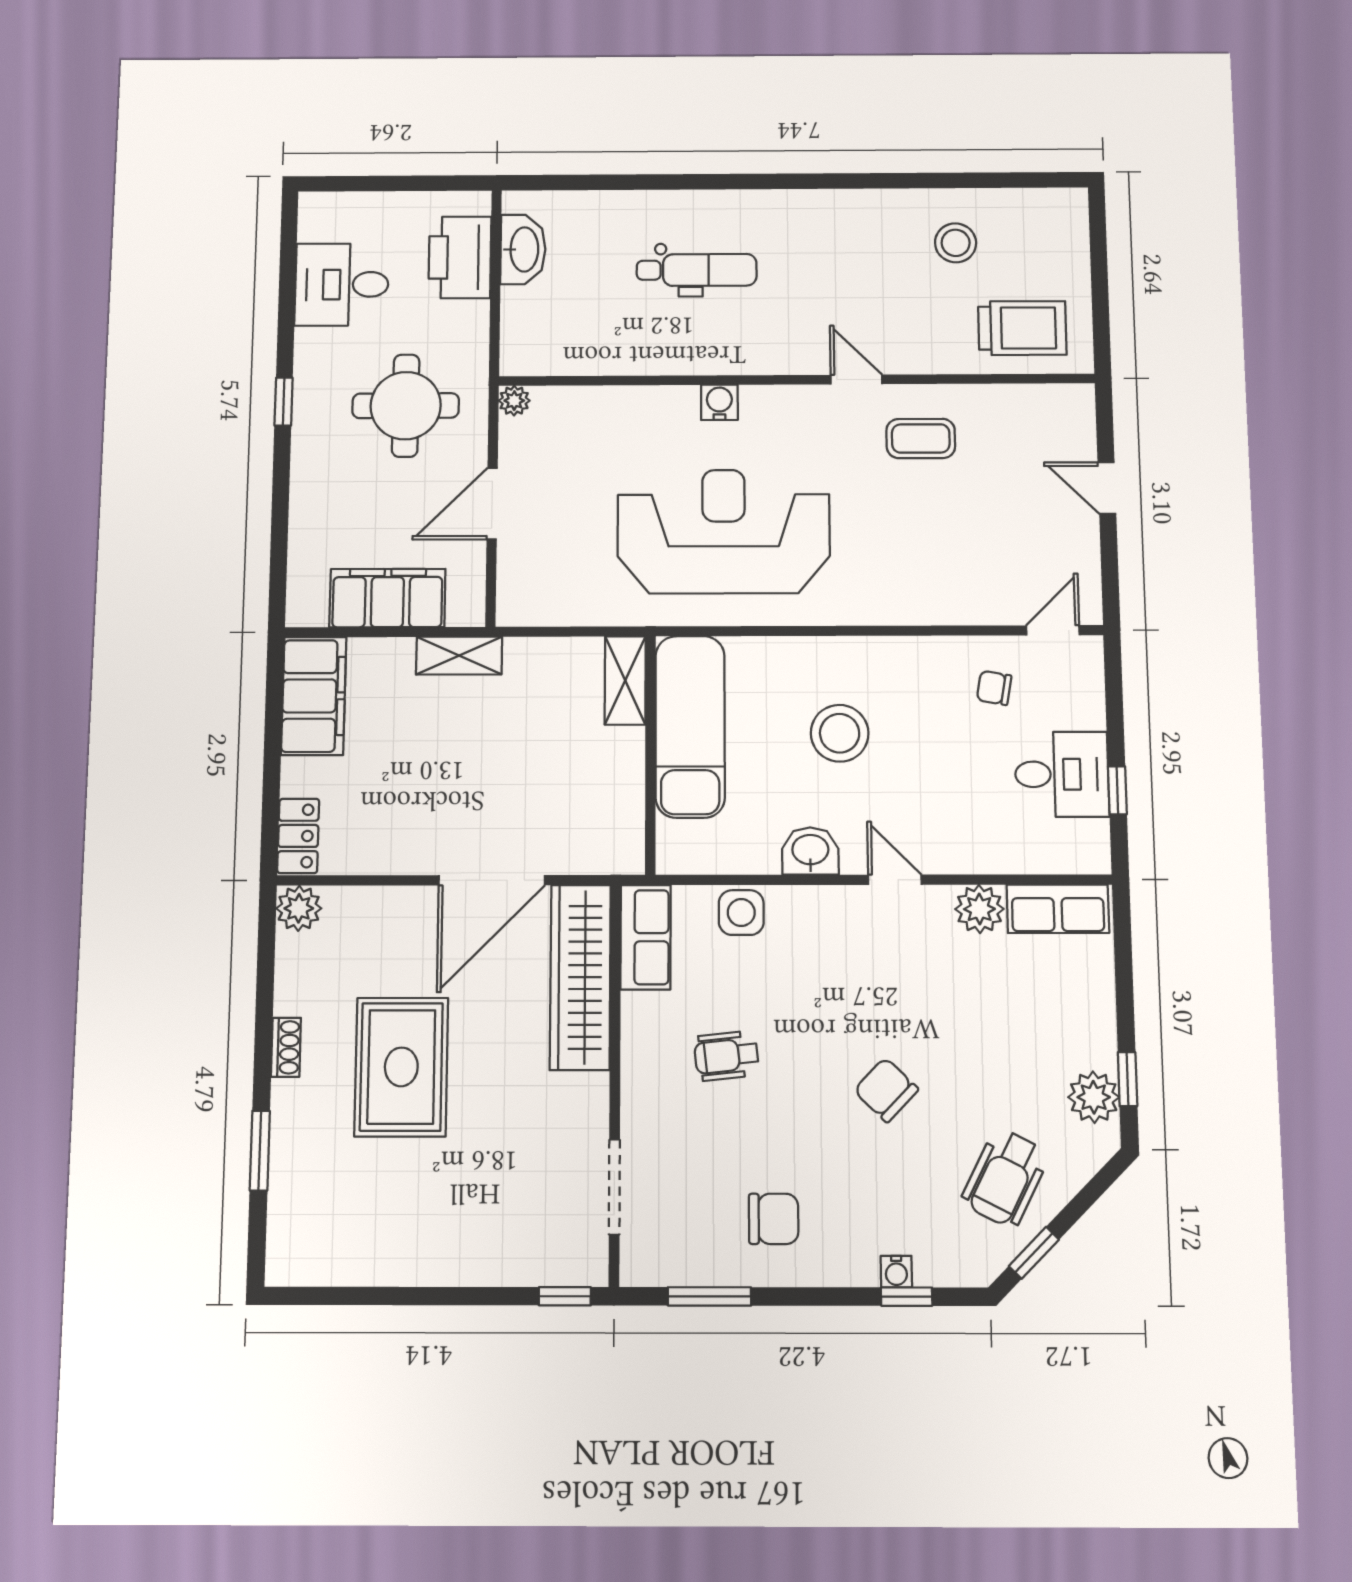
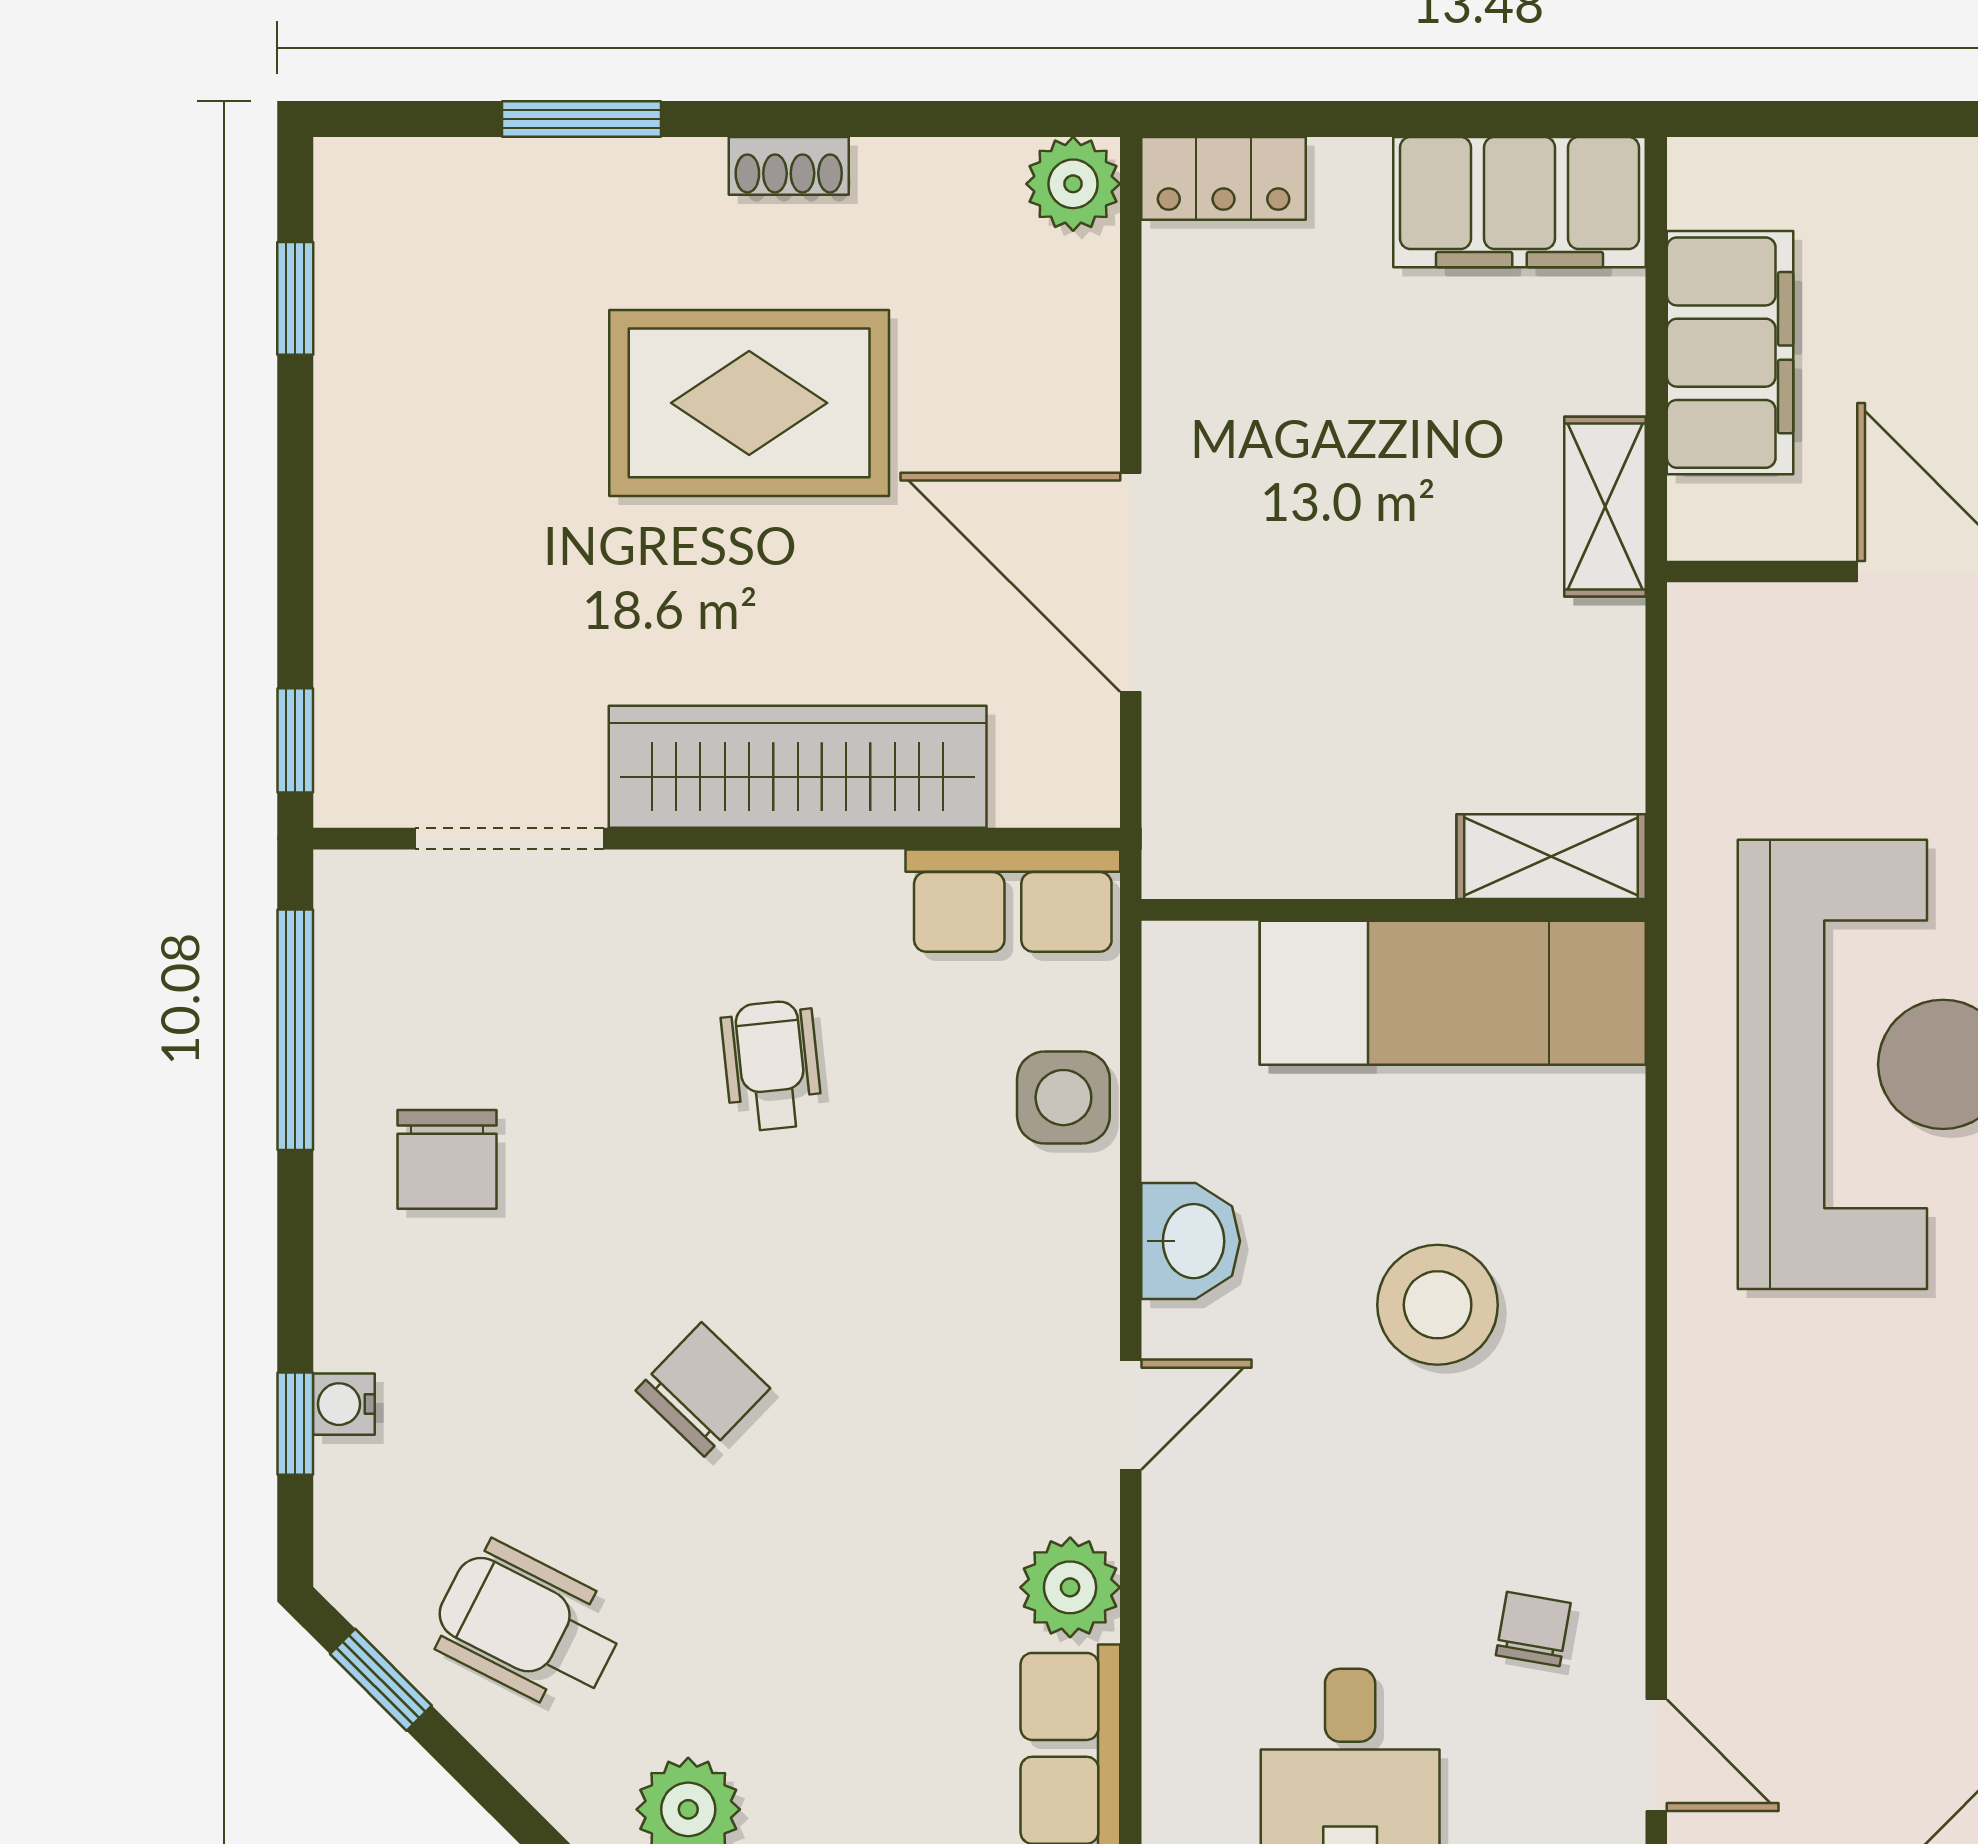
wardrobe: (580, 977) -> (798, 767), moved
window: (344, 1296) -> (295, 298), added
window: (709, 1296) -> (295, 1030), width x1.44

